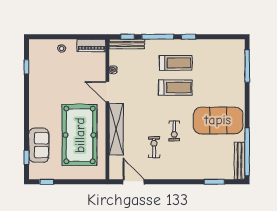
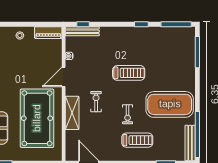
window: (158, 37) -> (176, 24), moved
treadmill: (176, 63) -> (137, 140), moved
door: (107, 92) -> (64, 77), hinge flipped
shelving: (116, 129) -> (72, 113), width x0.68
exercise bike: (154, 147) -> (96, 102), moved

